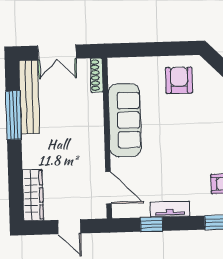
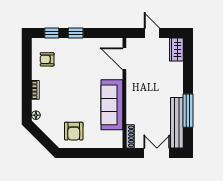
wardrobe: (33, 195) -> (176, 50), width x0.67
tv unit: (170, 209) -> (83, 43), removed
window: (152, 224) -> (76, 33), moved

